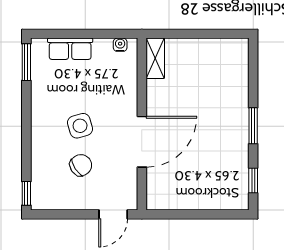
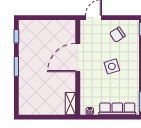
row of seats: (70, 49) -> (117, 109), width x1.48
chair: (81, 165) -> (117, 35), moved

